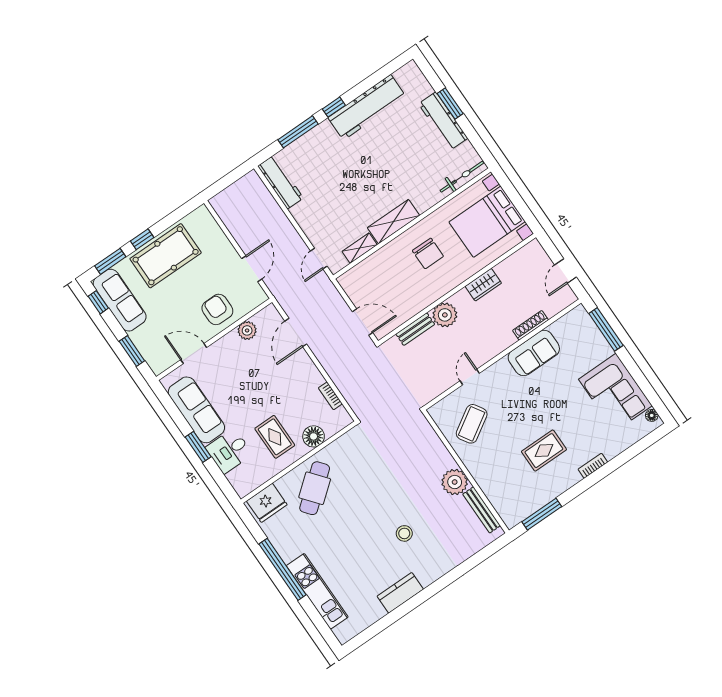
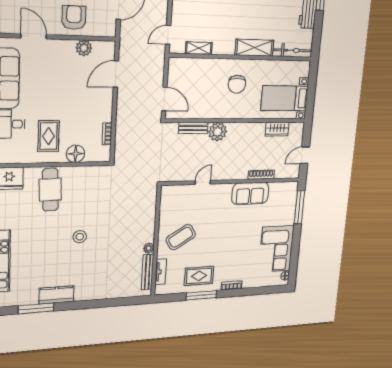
shelving: (393, 222) -> (254, 48), moved
bed with nightstands: (487, 222) -> (285, 98), width x0.73
wardrobe: (483, 285) -> (277, 129), moved
coffee table: (472, 424) -> (181, 237), moved
rug: (544, 451) -> (199, 276), moved
plant: (455, 482) -> (149, 248), width x0.53, depth x0.53
cafe table: (315, 488) -> (50, 190), turned -53
tv unit: (496, 501) -> (161, 272), added
window: (542, 514) -> (201, 295), moved
stool: (404, 533) -> (80, 237), moved
window: (389, 620) -> (36, 308), added

